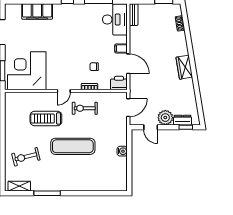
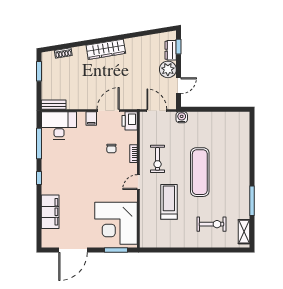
wardrobe: (184, 67) -> (106, 49), width x1.50
door: (64, 91) -> (138, 182), swing flipped
treadmill: (46, 119) -> (169, 202), turned 180
water cooler: (122, 151) -> (182, 117), moved
exercise bike: (26, 157) -> (211, 224), turned -76

